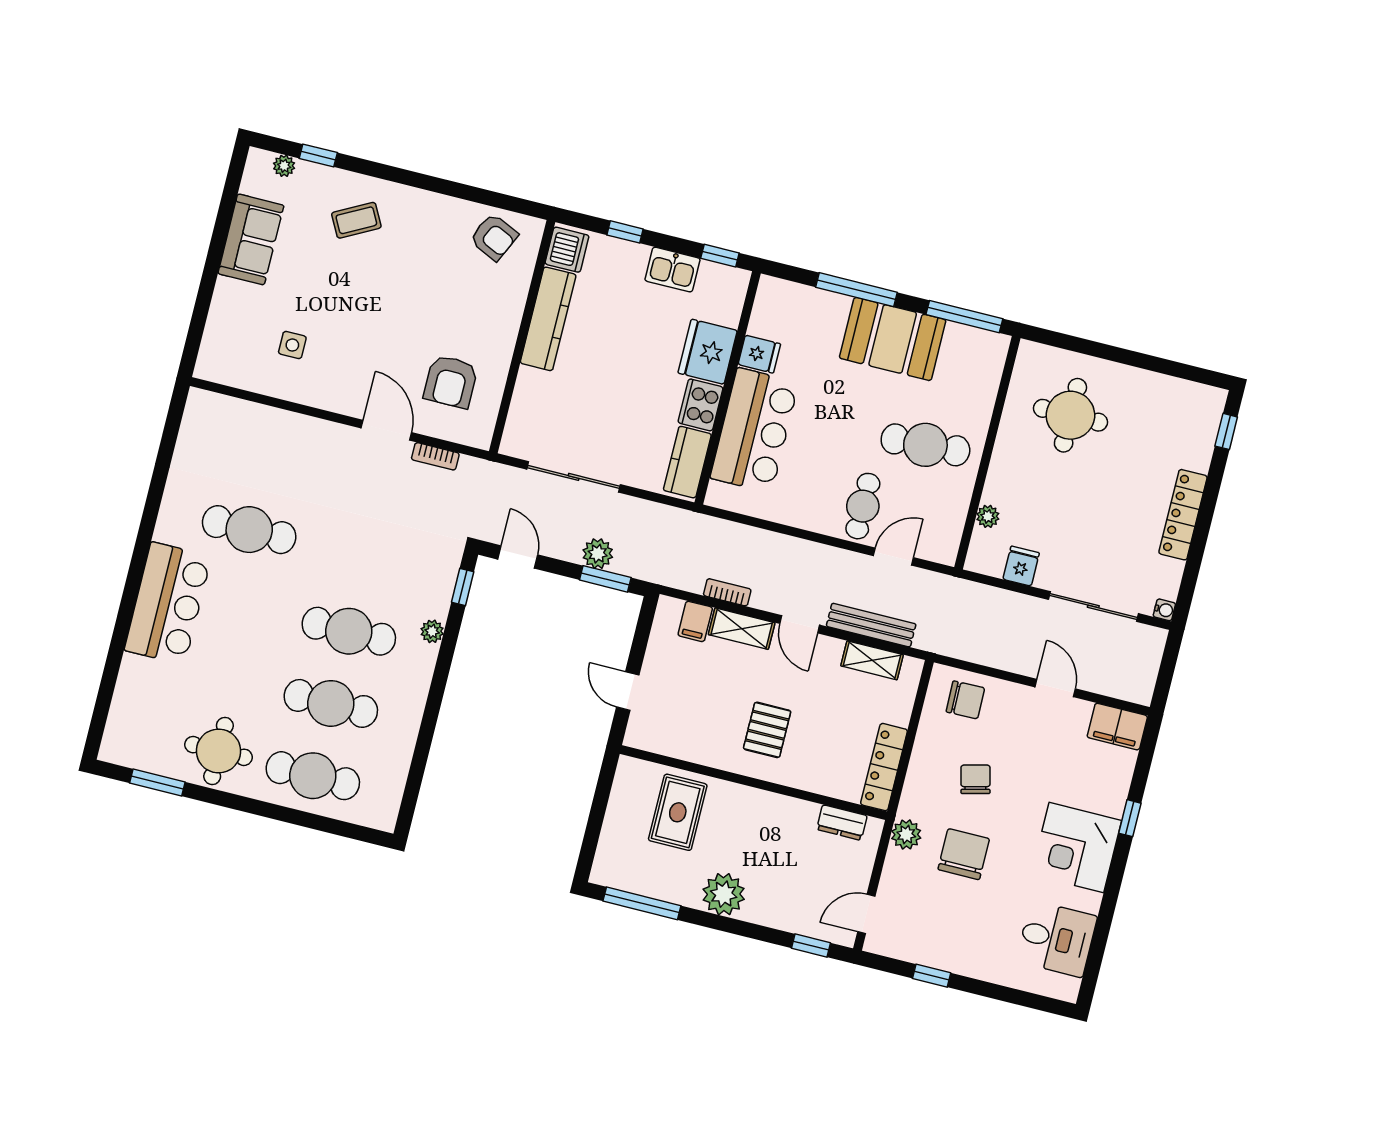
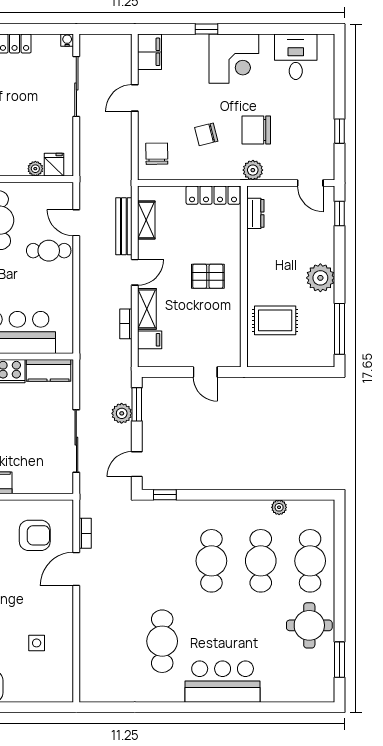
fridge: (1021, 566) -> (54, 165), moved, turned 90
plant: (432, 631) -> (279, 507), moved
door: (628, 691) -> (205, 372), hinge flipped

